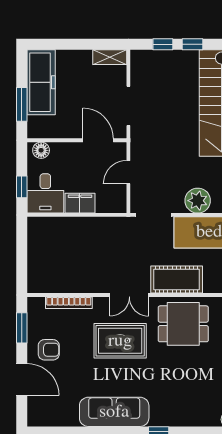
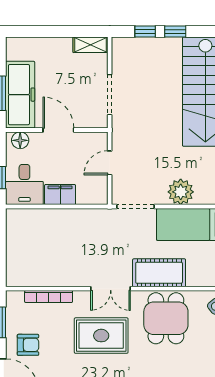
freezer: (41, 82) -> (20, 95), moved
door: (98, 140) -> (58, 130), moved
dining table: (183, 324) -> (166, 318), turned 90

